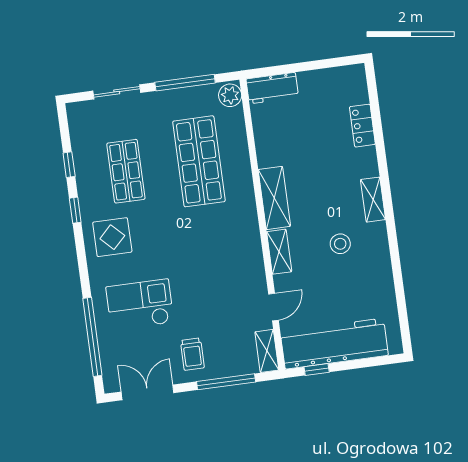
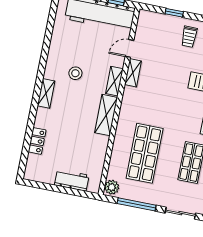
workbench: (272, 88) -> (72, 180), moved
shelving: (267, 351) -> (133, 73), moved
trolley: (192, 354) -> (189, 37), turned 180
window: (226, 382) -> (174, 13), width x0.46

